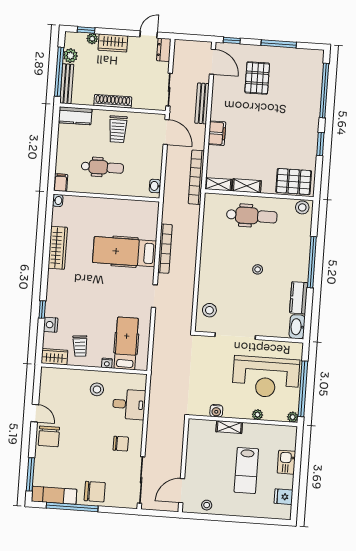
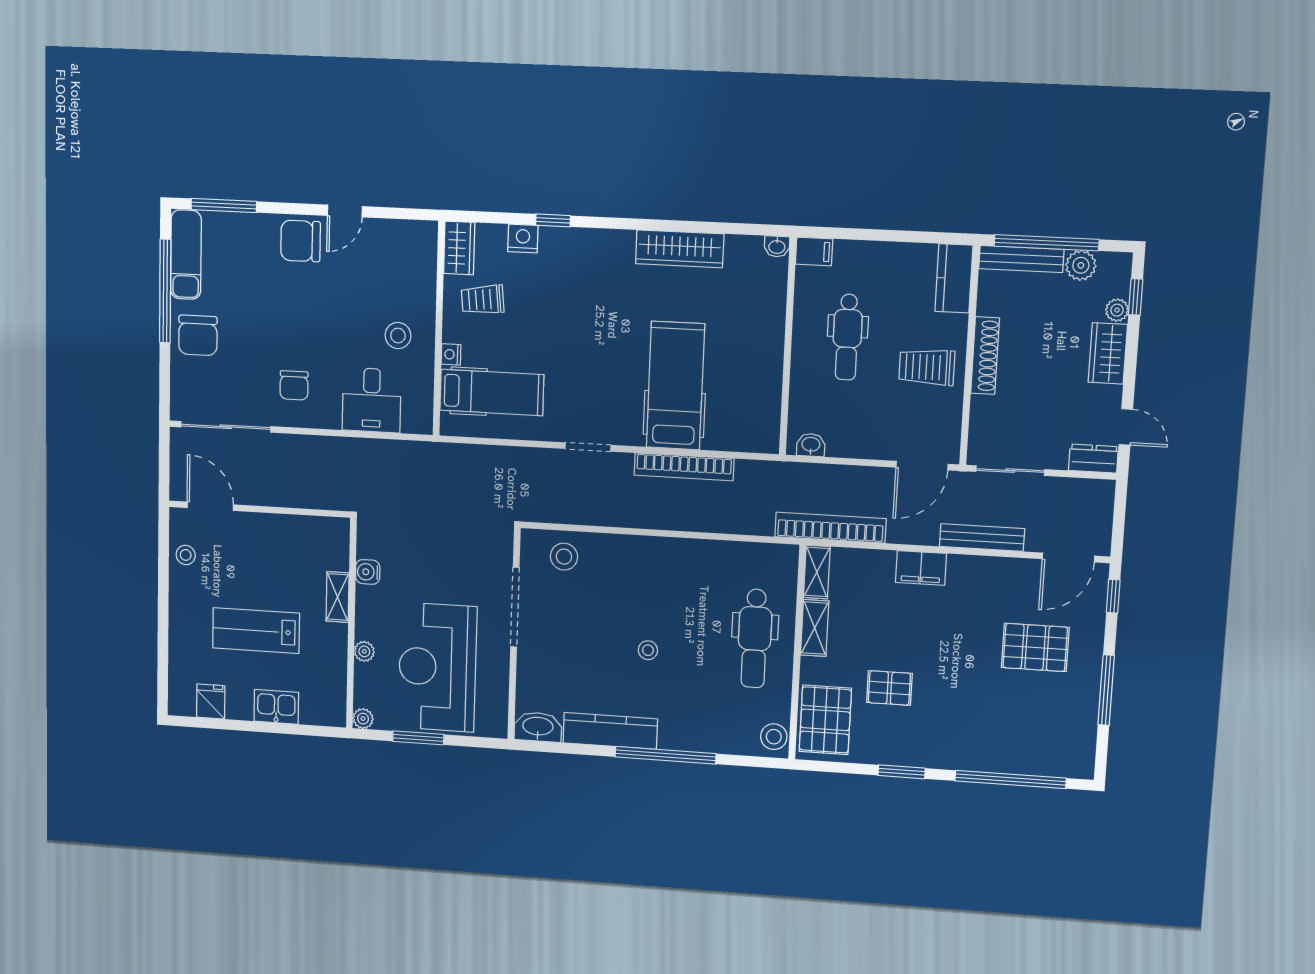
pallet: (277, 149) -> (889, 688), added
kitchen counter: (299, 298) -> (610, 731), width x1.50
window: (303, 389) -> (418, 738), width x0.47

